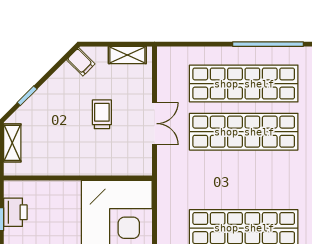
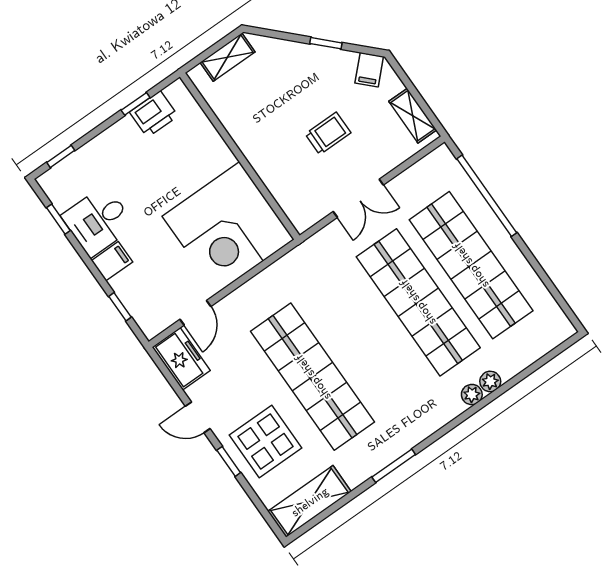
window: (268, 44) -> (487, 196), moved
window: (27, 96) -> (326, 43), moved

